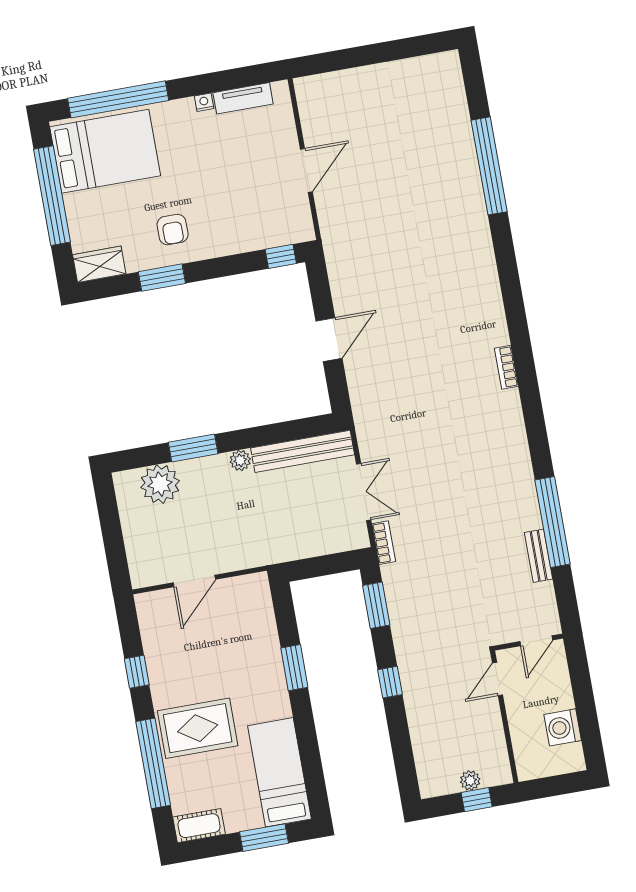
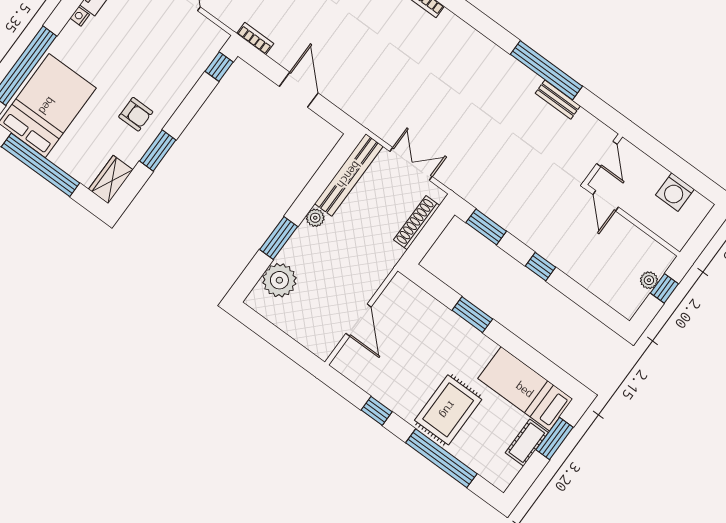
bookcase: (384, 543) -> (255, 38), moved
shoe rack: (321, 546) -> (417, 223), added
cot: (199, 826) -> (527, 443), moved

